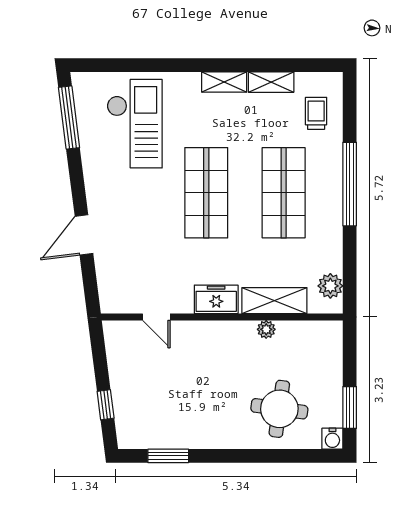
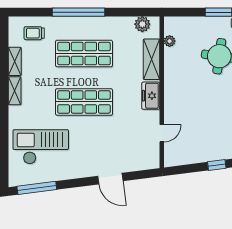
plant: (266, 329) -> (170, 41), moved

